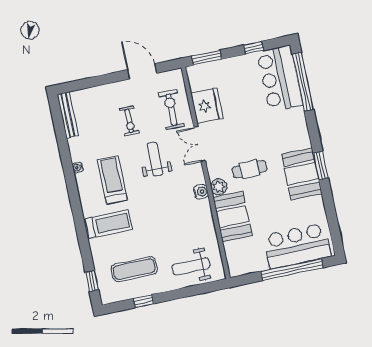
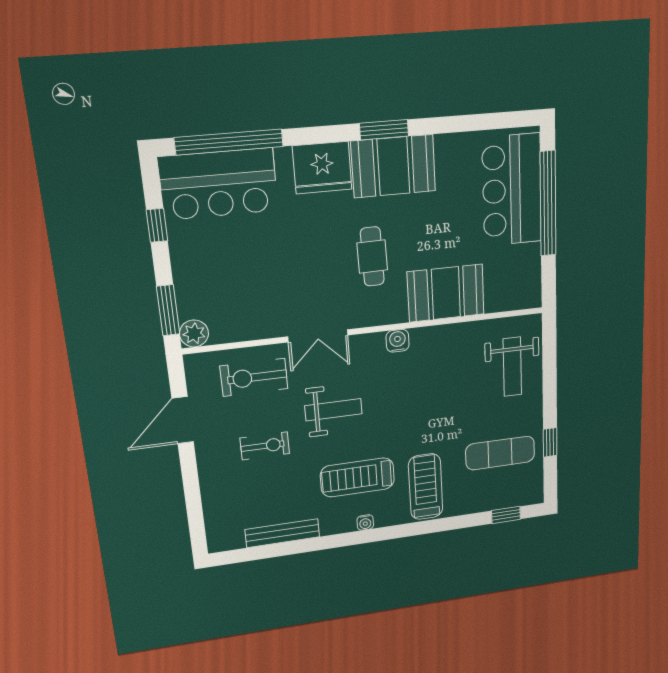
fridge: (207, 106) -> (322, 168), moved, turned 180
bench: (68, 115) -> (282, 533), moved
weight bench: (155, 159) -> (333, 410), turned 180
water cooler: (78, 167) -> (365, 522), moved
plant: (219, 187) -> (194, 333), moved
exercise mat: (134, 269) -> (500, 453), turned 90

